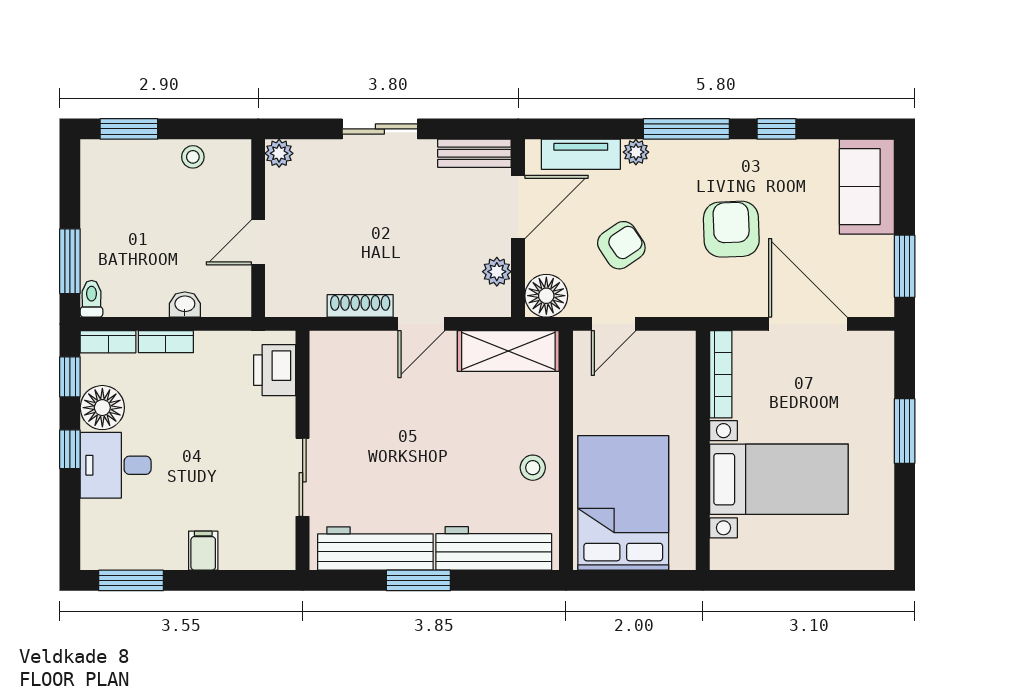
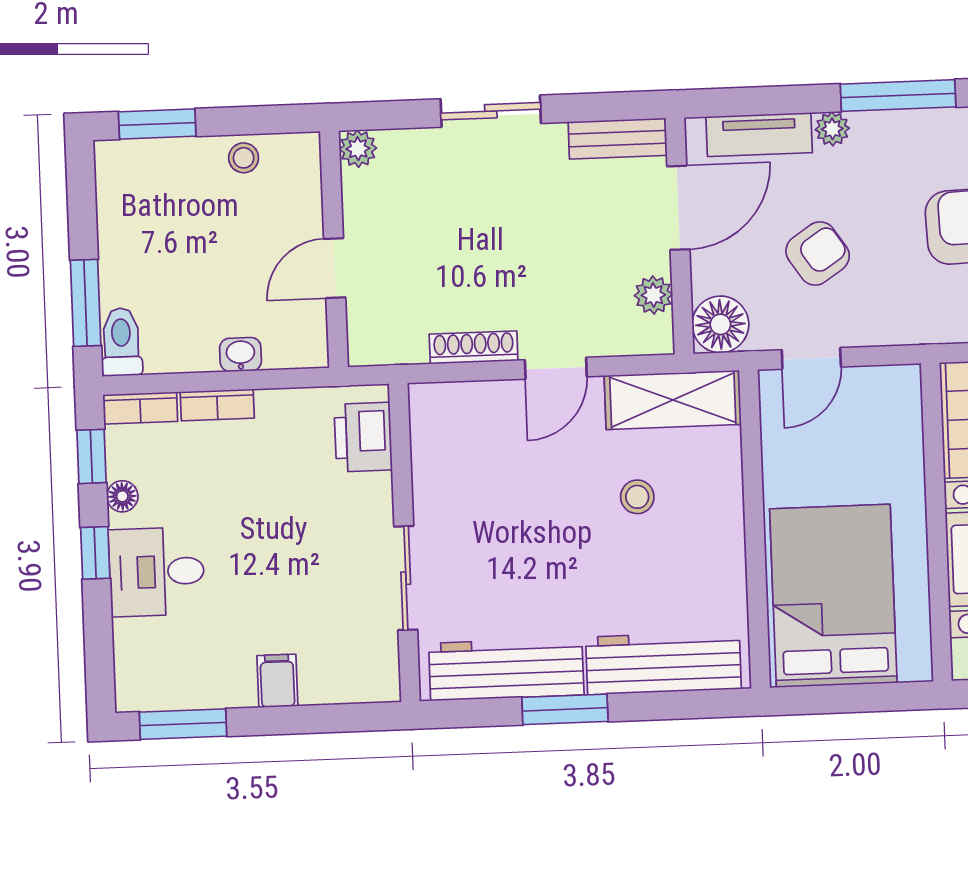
toilet: (92, 299) -> (121, 342), width x1.37, depth x1.39
floor lamp: (102, 408) -> (122, 496), width x0.53, depth x0.53
stool: (533, 468) -> (637, 497), moved

